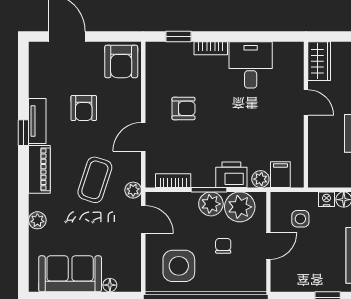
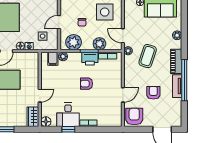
window: (179, 37) -> (68, 129), moved
floor lamp: (294, 51) -> (46, 122), added
door: (306, 102) -> (40, 96), swing flipped
armchair: (184, 108) -> (86, 84), moved
window: (23, 133) -> (184, 80), width x3.17
door: (143, 137) -> (123, 95), moved
printer: (231, 175) -> (90, 59), moved
plant: (211, 204) -> (99, 44), moved

